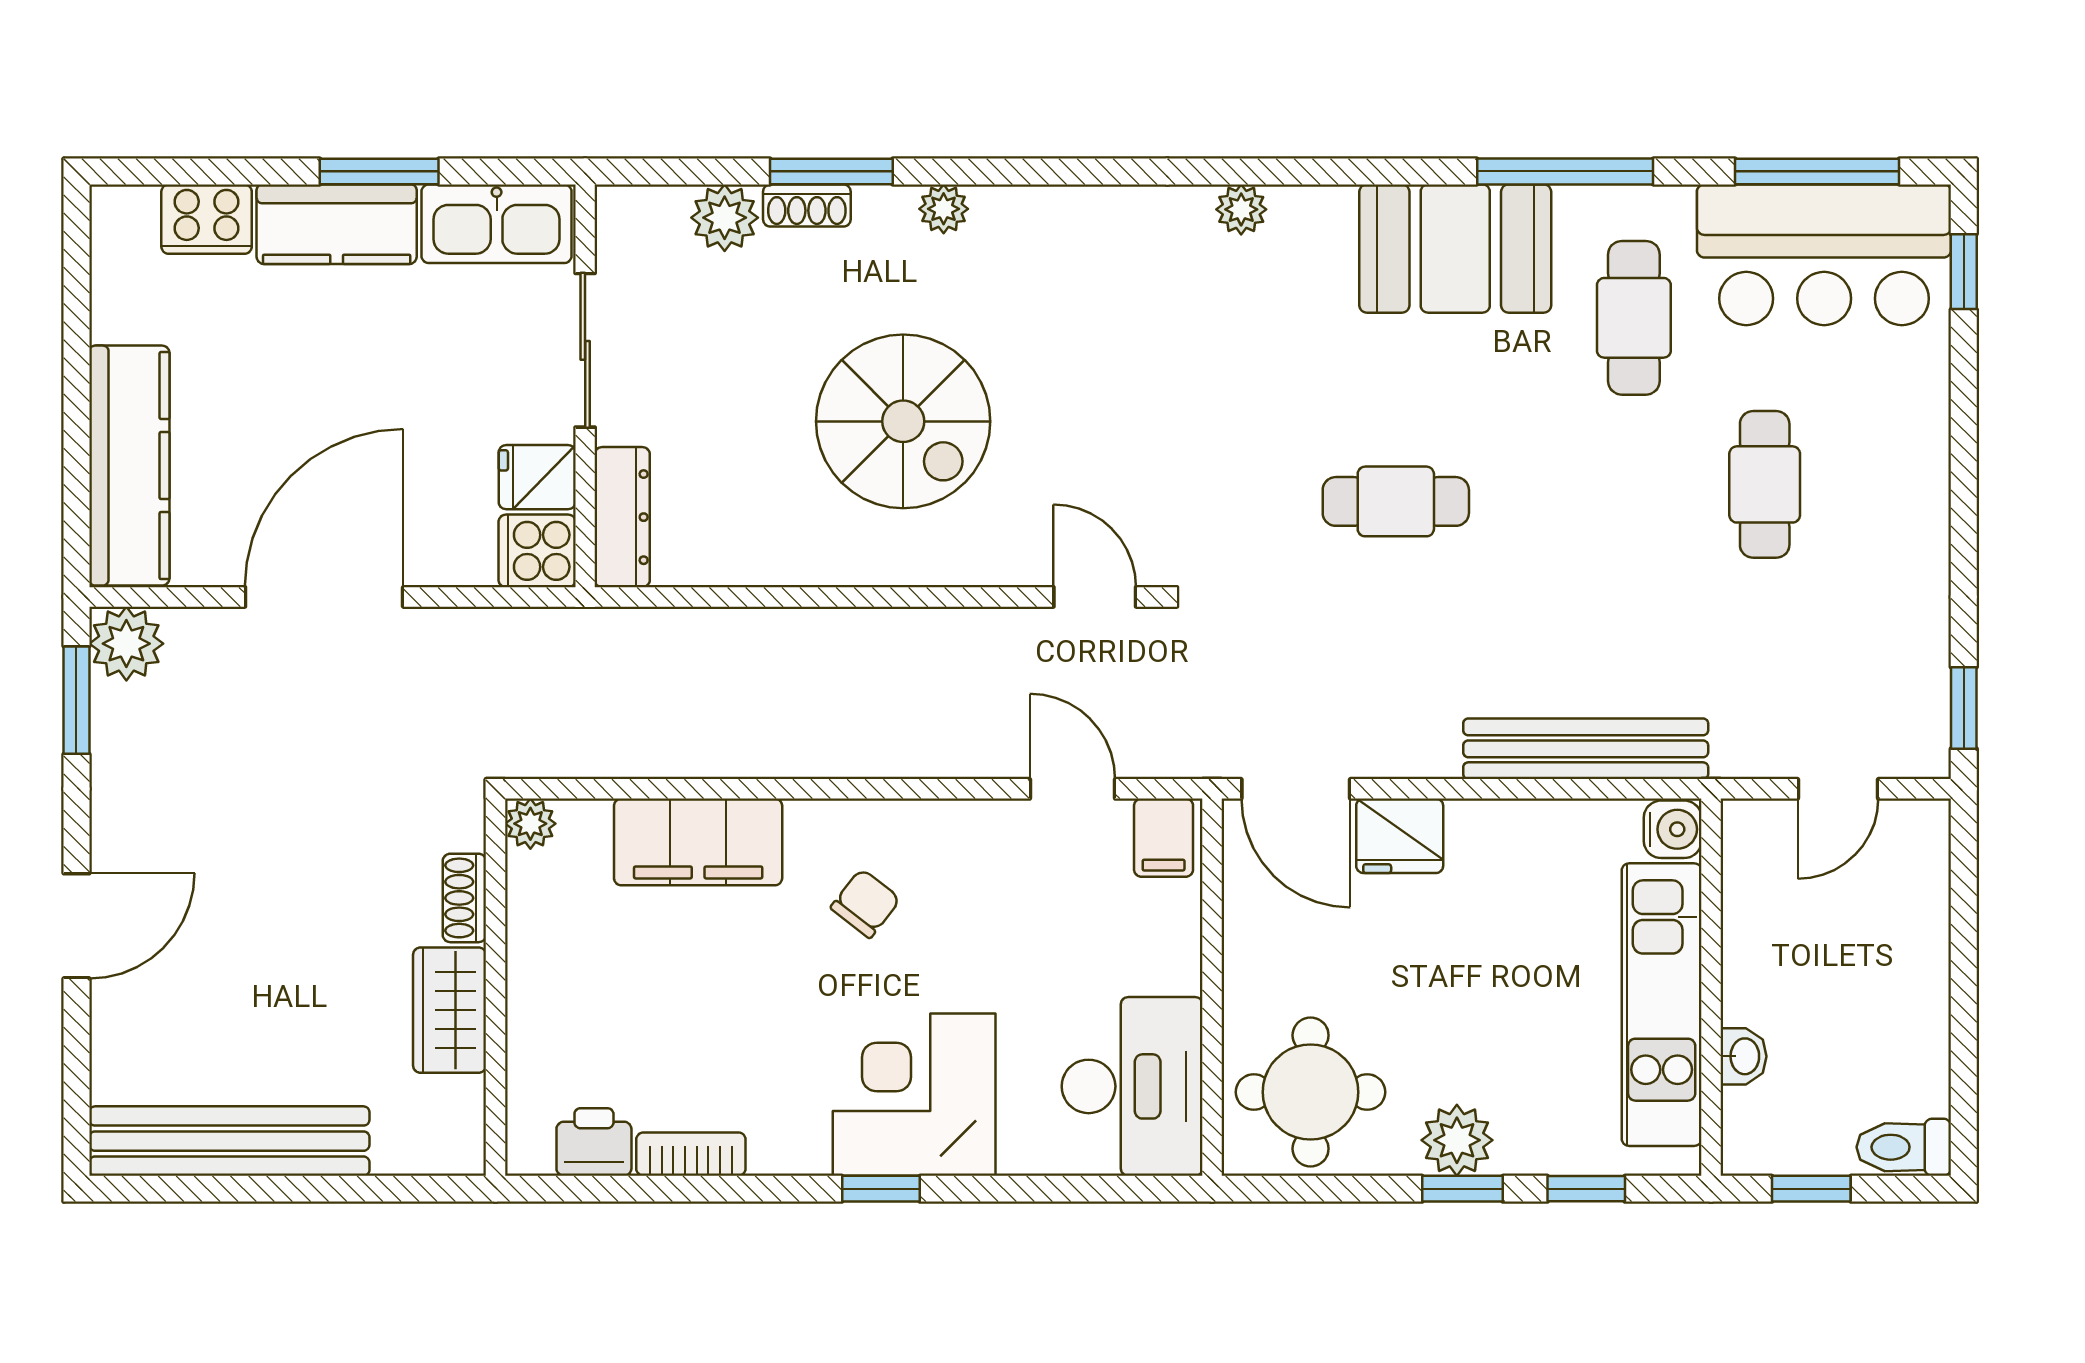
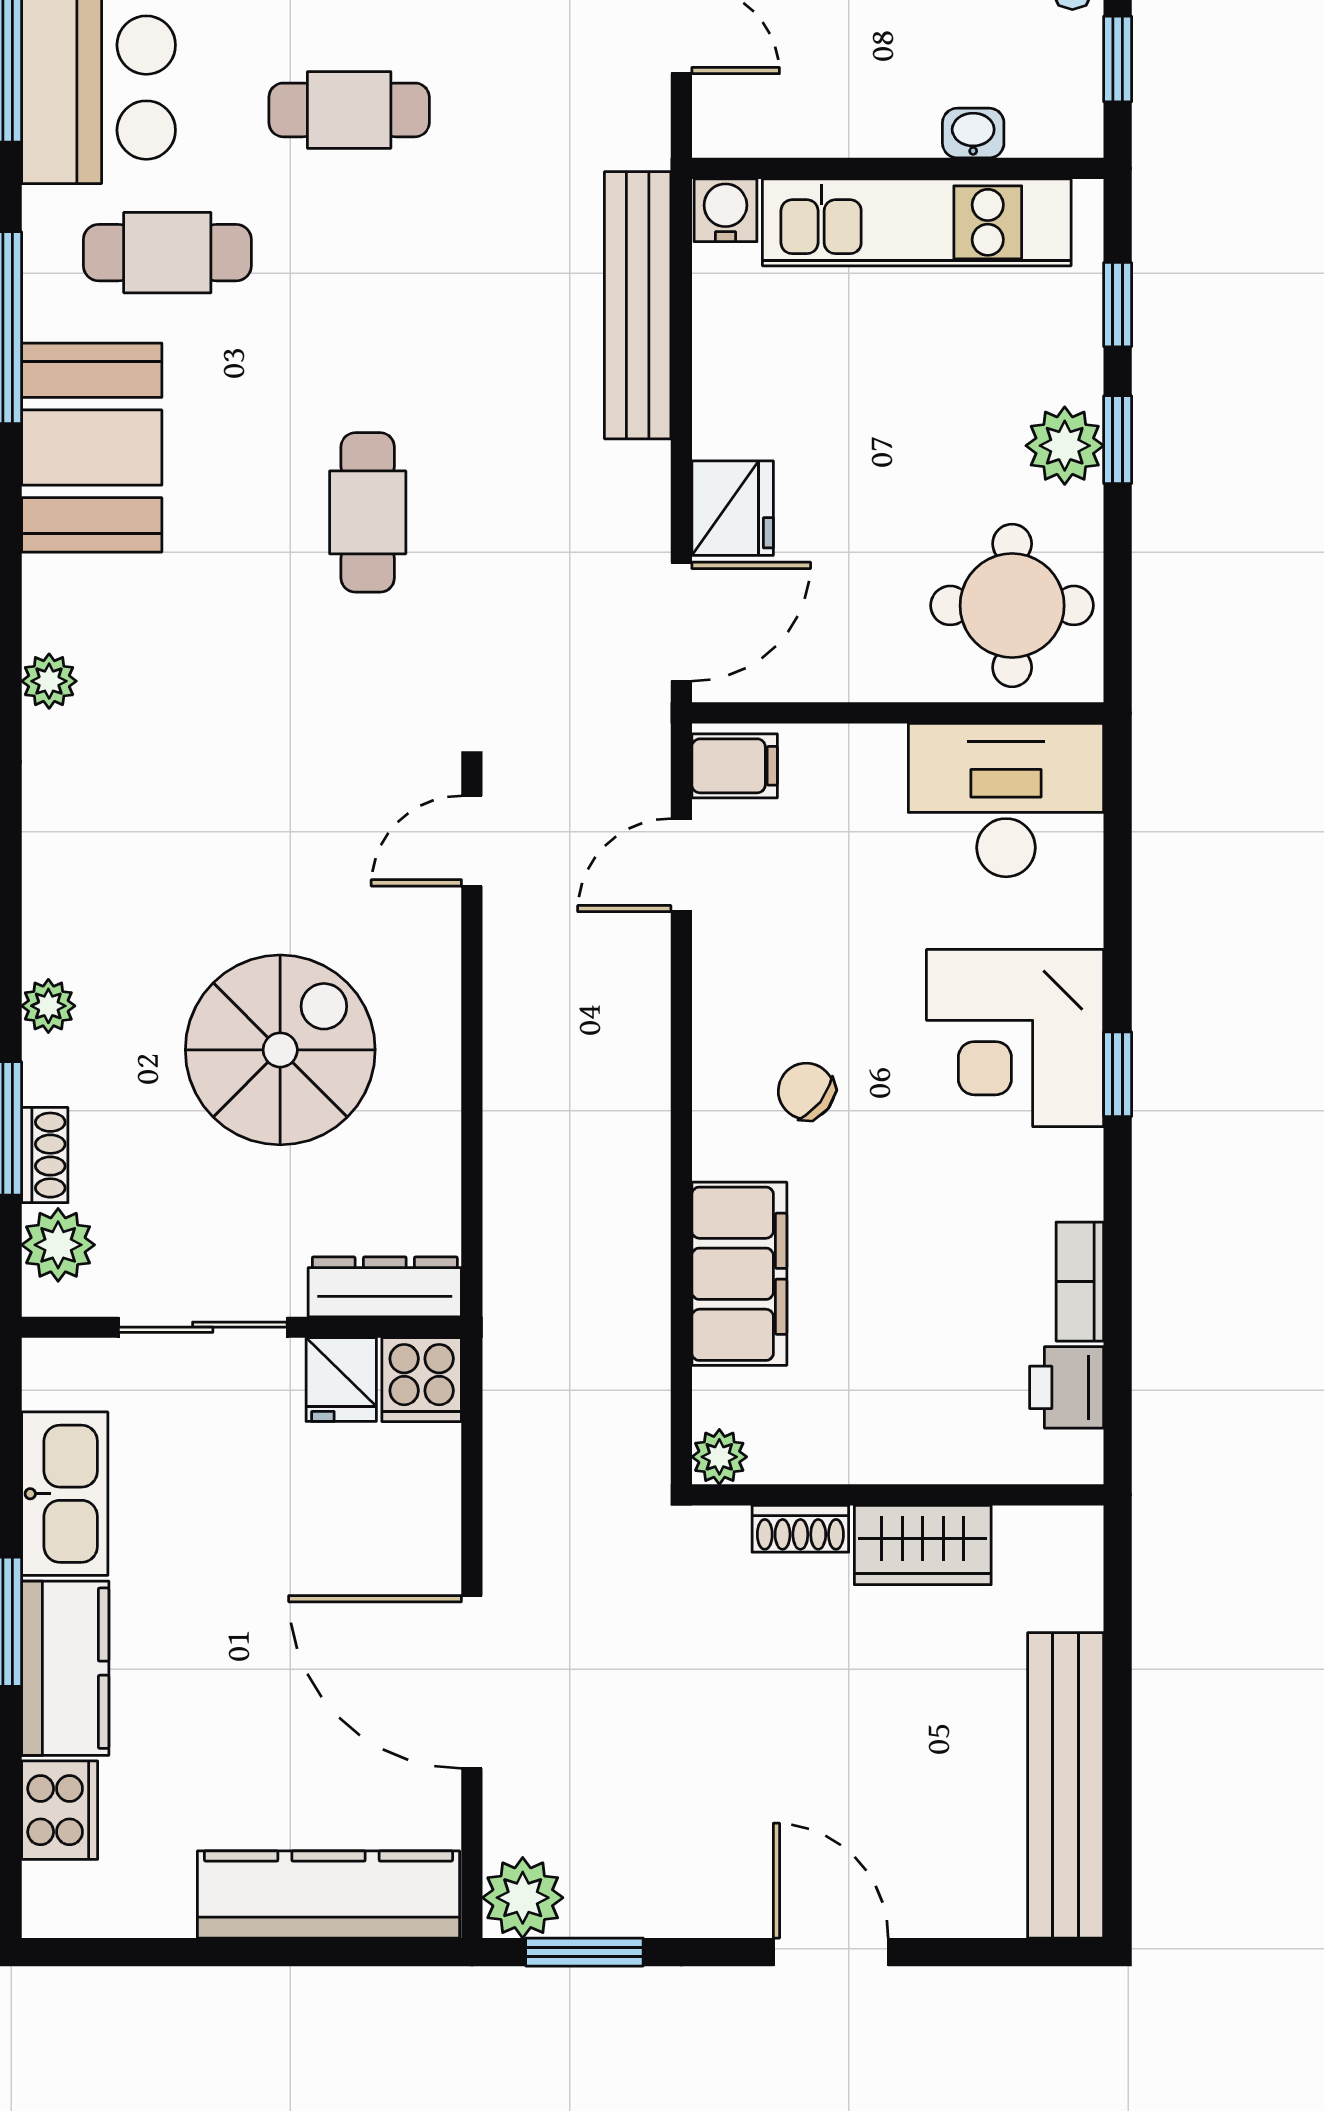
sliding door: (585, 350) -> (203, 1327), moved
wall: (585, 386) -> (241, 1327), moved
fridge: (537, 477) -> (341, 1380), moved
dresser: (622, 517) -> (385, 1287), moved
cooker: (537, 551) -> (422, 1380), moved

